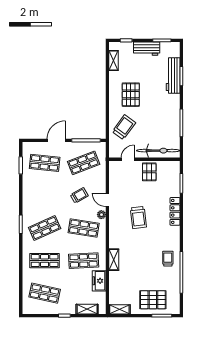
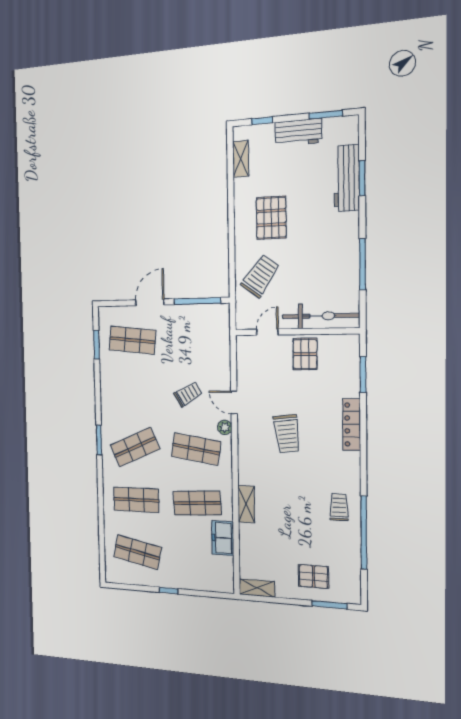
shop shelf: (84, 163) -> (194, 339), removed
pallet: (153, 300) -> (314, 576), width x0.67, depth x0.71
shelving: (87, 309) -> (204, 583), removed

